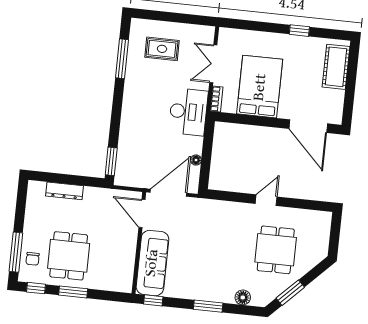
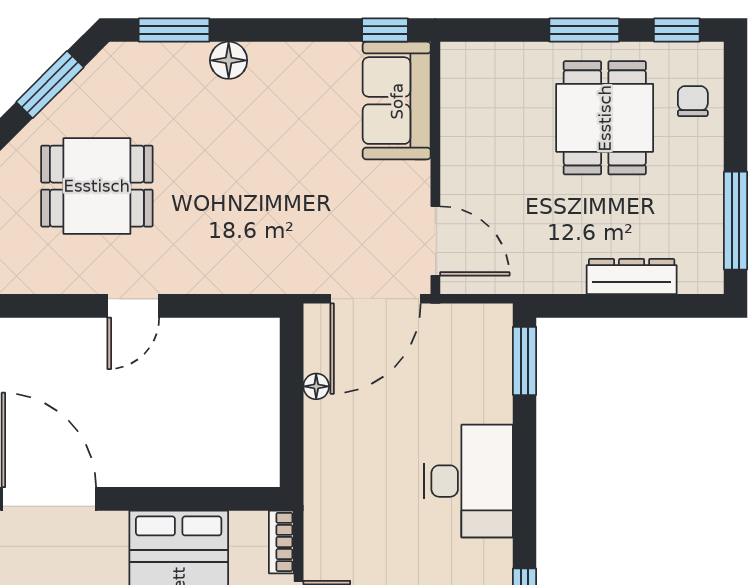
desk: (188, 112) -> (469, 481), moved, turned 180
dining table: (276, 250) -> (97, 186), turned 90
window: (16, 252) -> (735, 221), moved
sofa: (152, 263) -> (397, 101), width x0.73
floor lamp: (243, 297) -> (229, 60), moved
window: (208, 306) -> (174, 30), moved

